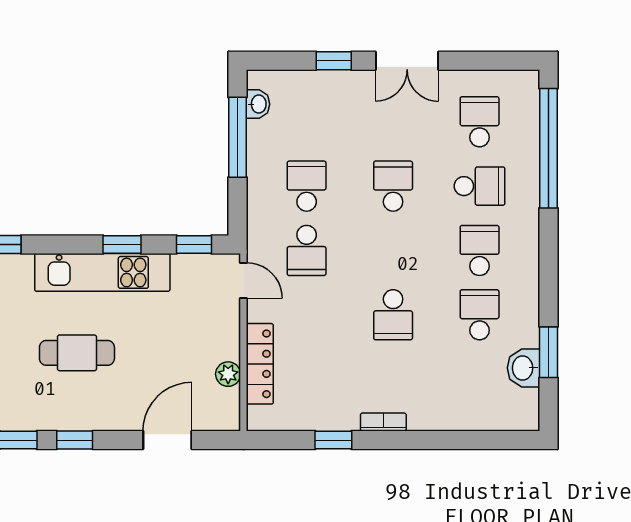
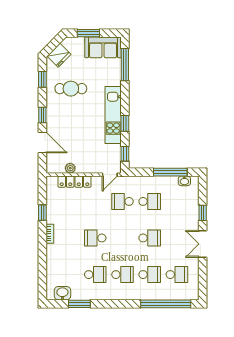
school desk: (480, 186) -> (150, 275), turned -90
cafe table: (77, 353) -> (71, 89), moved, turned 90
washbasin: (524, 368) -> (62, 293), moved
window: (75, 440) -> (42, 115), moved

